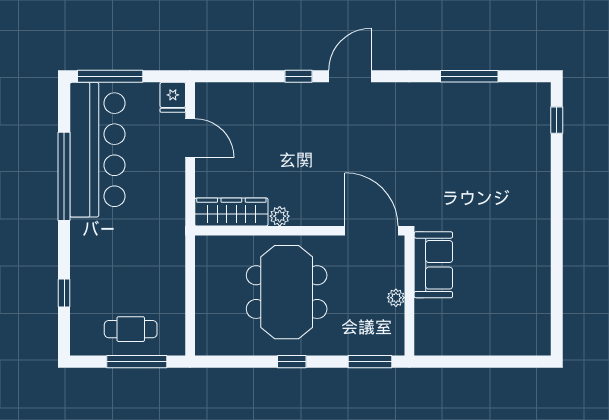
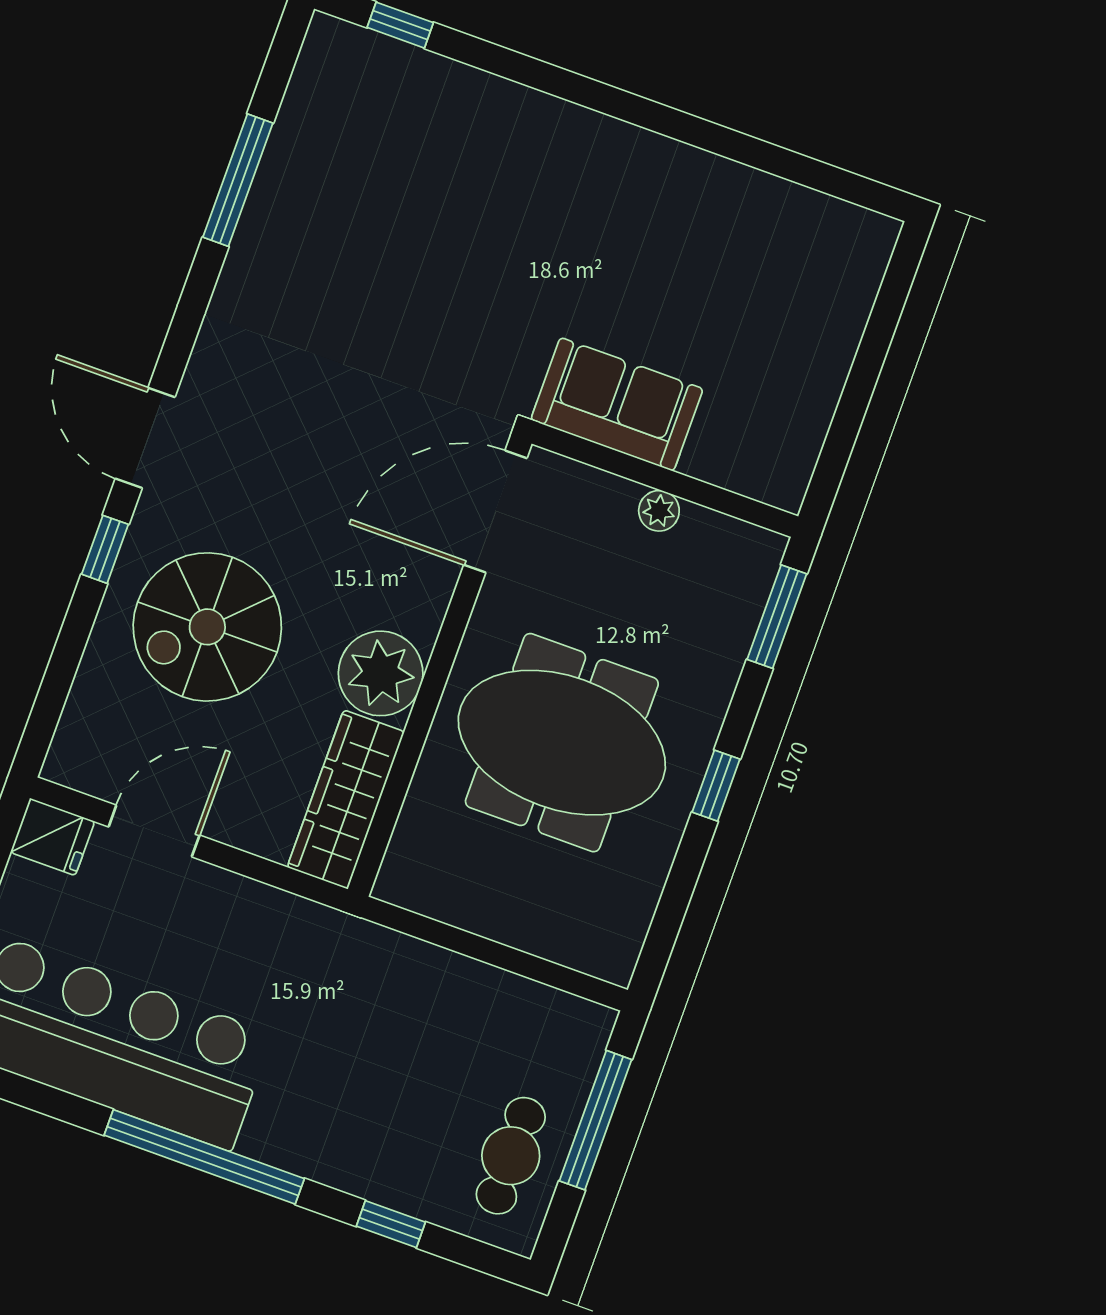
spiral stairs: (282, 130) -> (207, 627), added
window: (64, 176) -> (204, 1157), moved
plant: (280, 216) -> (381, 673), width x1.87, depth x1.87
cafe table: (131, 329) -> (511, 1156), moved

